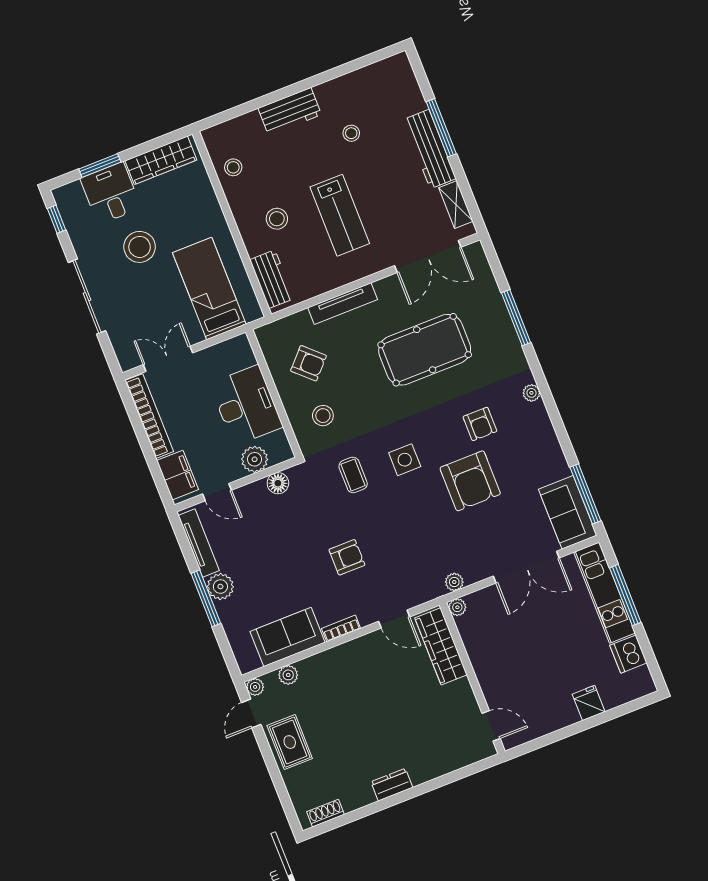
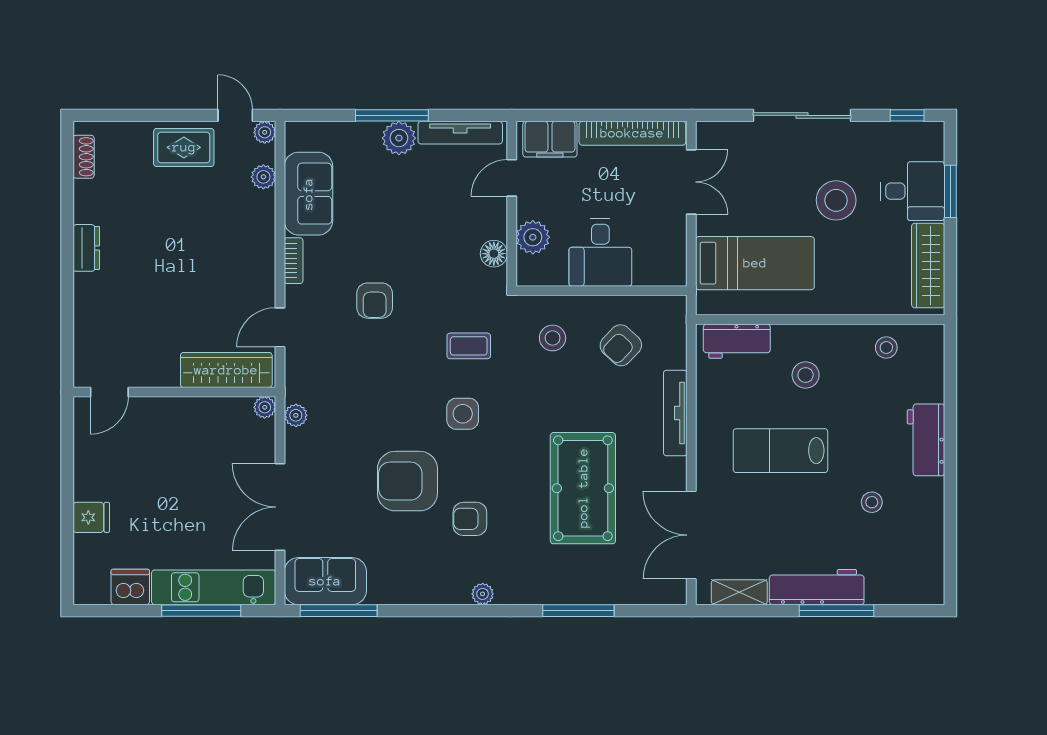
desk: (246, 405) -> (600, 253), width x0.73

